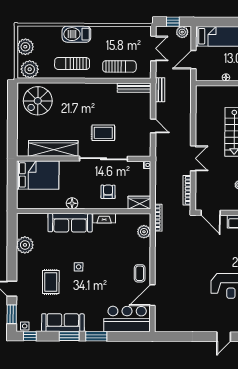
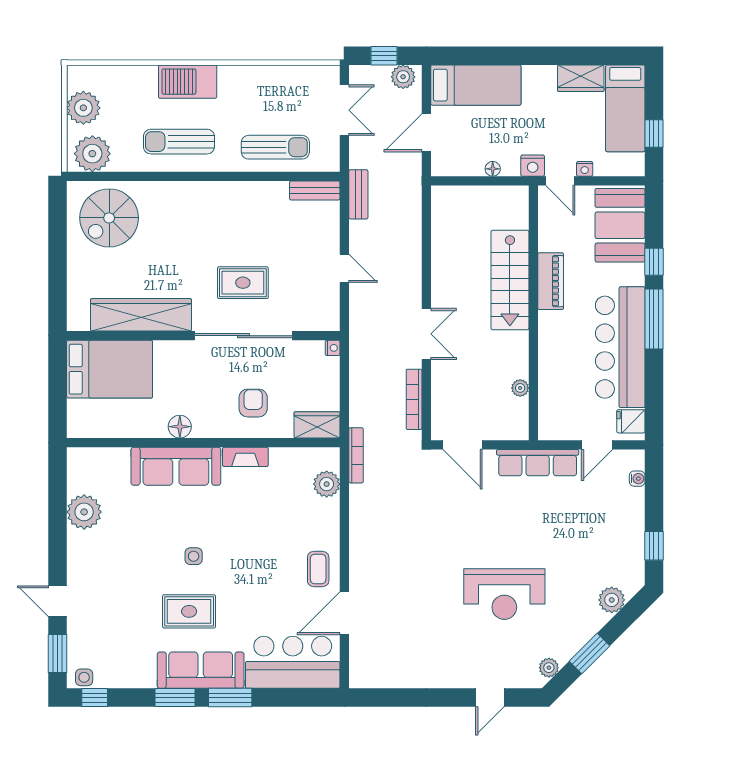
bench: (134, 88) -> (315, 190), width x0.73
rug: (51, 282) -> (189, 611), moved, turned 90
sofa: (63, 323) -> (201, 670), moved

